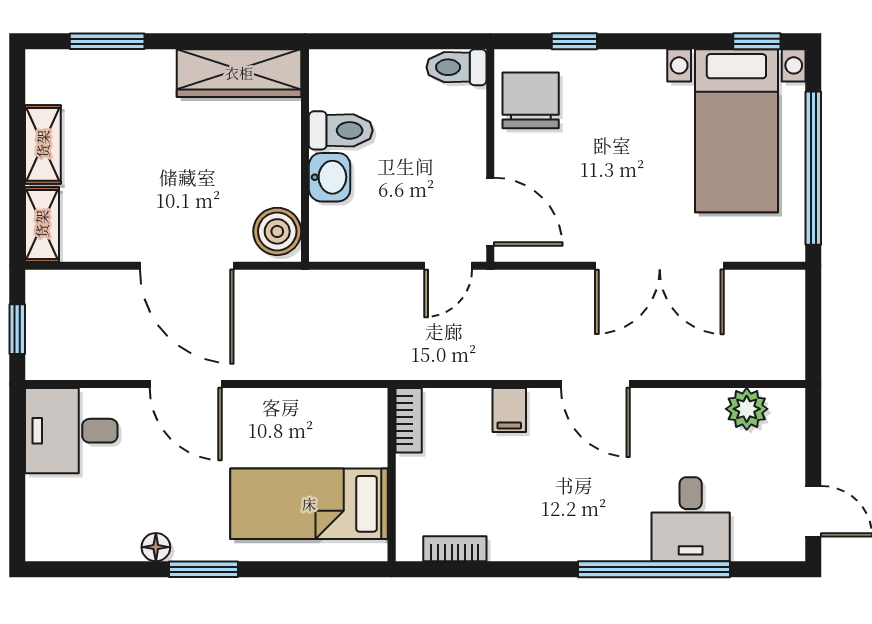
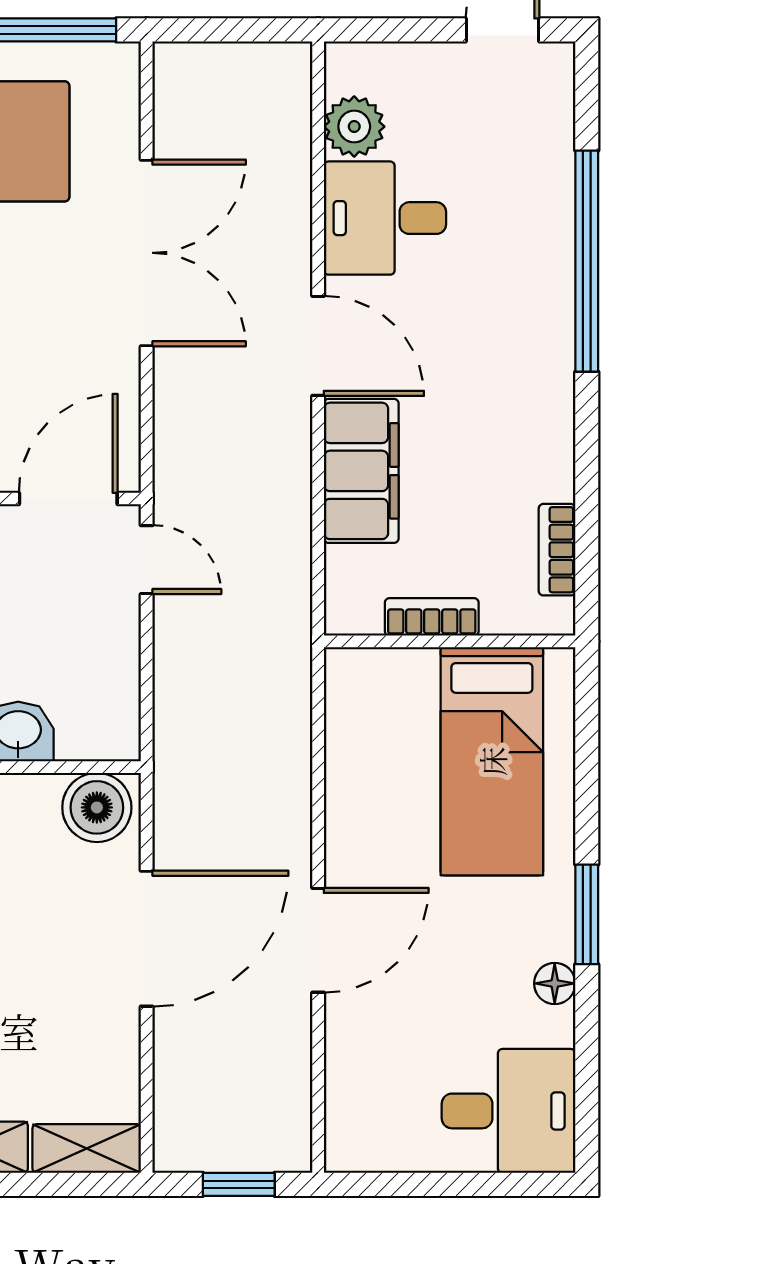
door: (595, 384) -> (318, 346), hinge flipped
filing cabinet: (509, 410) -> (361, 471), width x3.00, depth x1.17
bookcase: (409, 420) -> (432, 617), moved
desk: (71, 431) -> (508, 1111), moved, turned -90
desk: (691, 519) -> (385, 218), moved, turned 180

